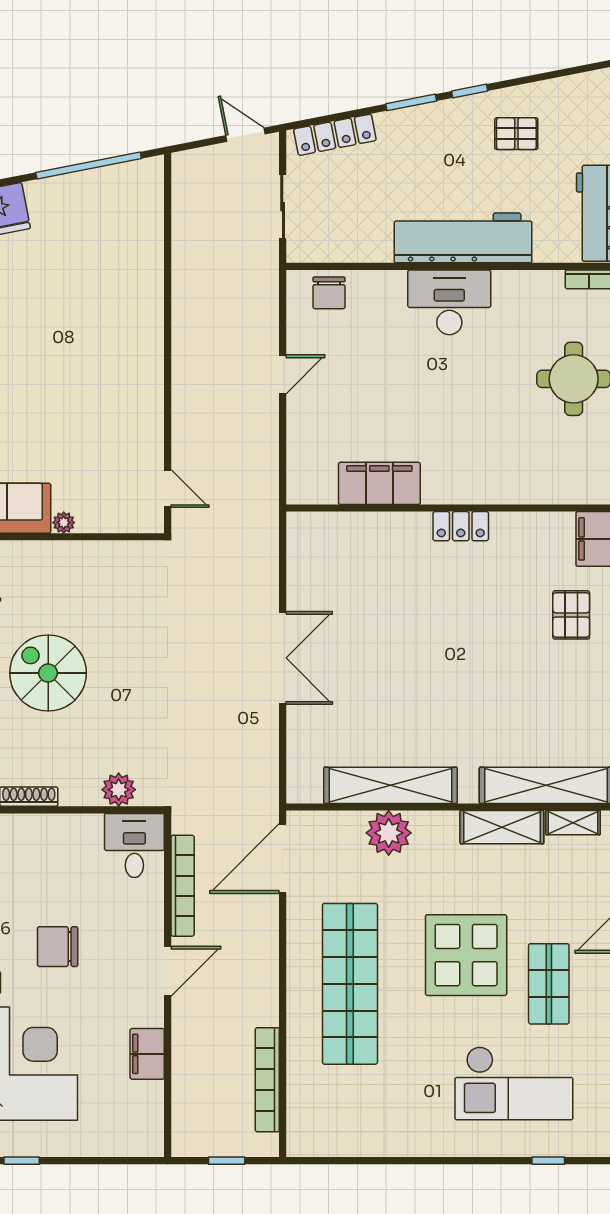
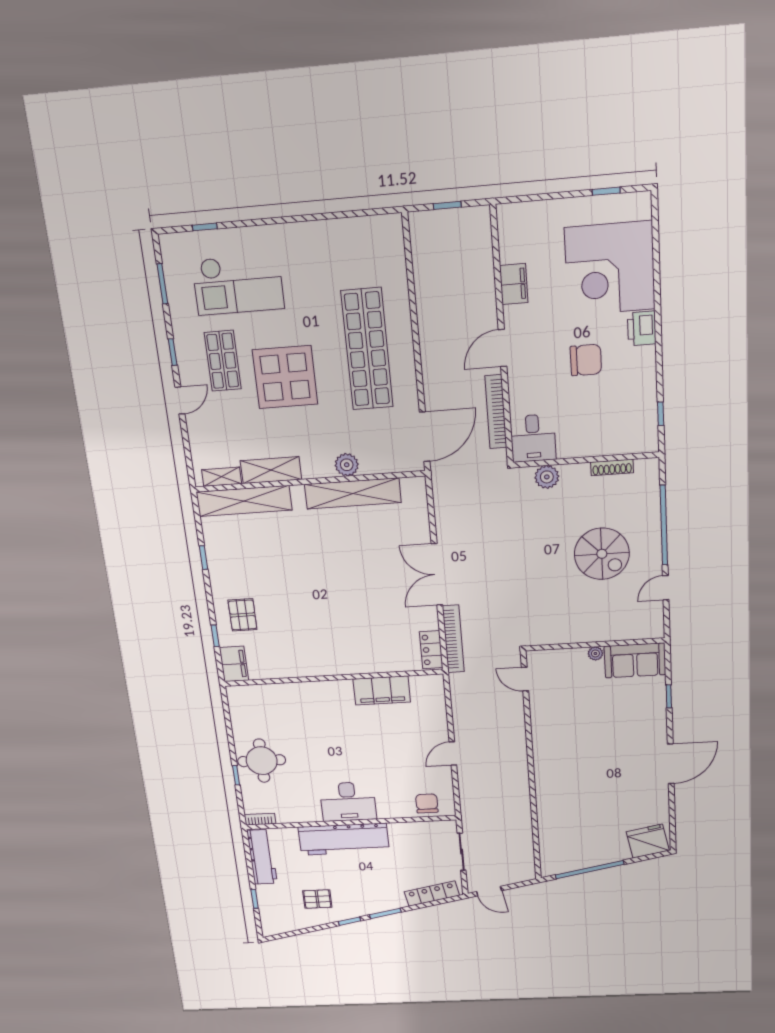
locker: (461, 526) -> (431, 650), moved, turned -90
plant: (389, 833) -> (347, 465), width x0.73, depth x0.73
bookcase: (267, 1080) -> (453, 639), moved
checkout: (514, 1083) -> (238, 284), turned 180

